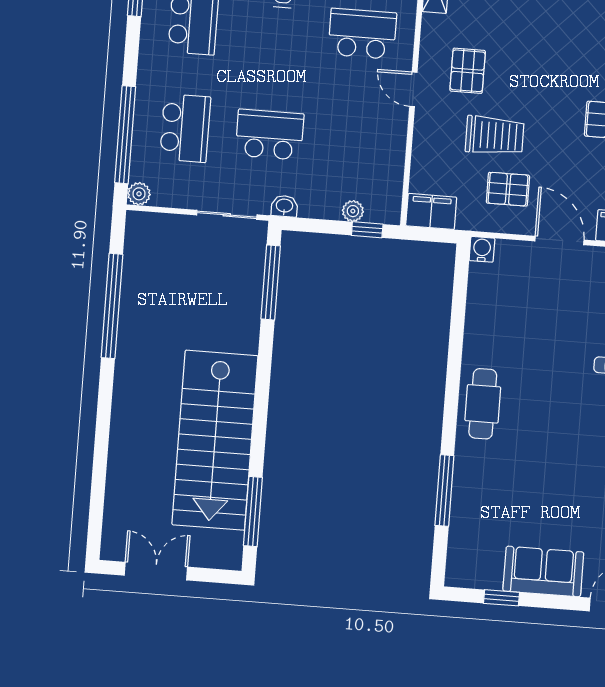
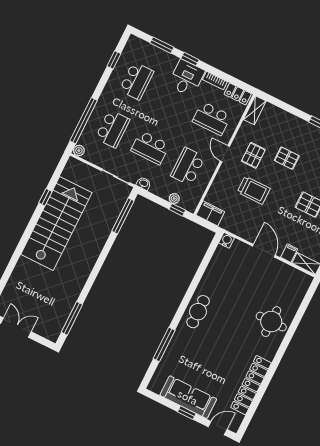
school desk: (362, 34) -> (212, 119), turned 180
school desk: (270, 135) -> (150, 148), turned 180
school desk: (354, 141) -> (188, 166), added
pallet: (508, 189) -> (287, 158), moved
window: (112, 306) -> (45, 197), width x0.32
stairs: (215, 440) -> (56, 224), moved, turned 180
sofa: (543, 572) -> (188, 397), width x1.36
window: (502, 598) -> (187, 413), moved

